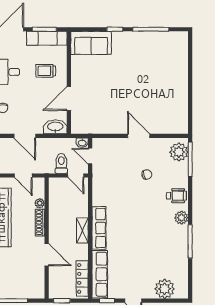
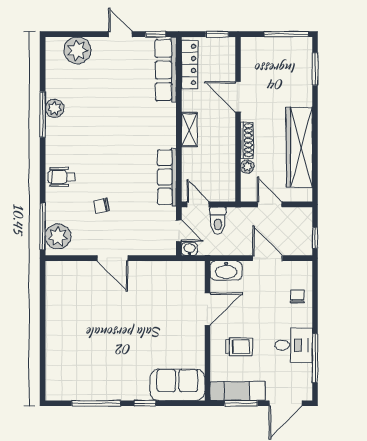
plant: (181, 218) -> (54, 108), moved
row of seats: (99, 228) -> (167, 177), moved

